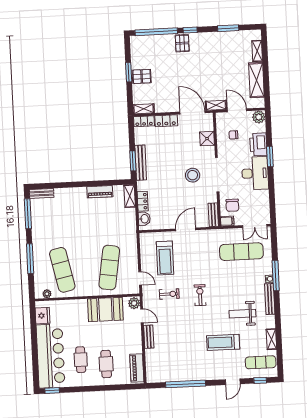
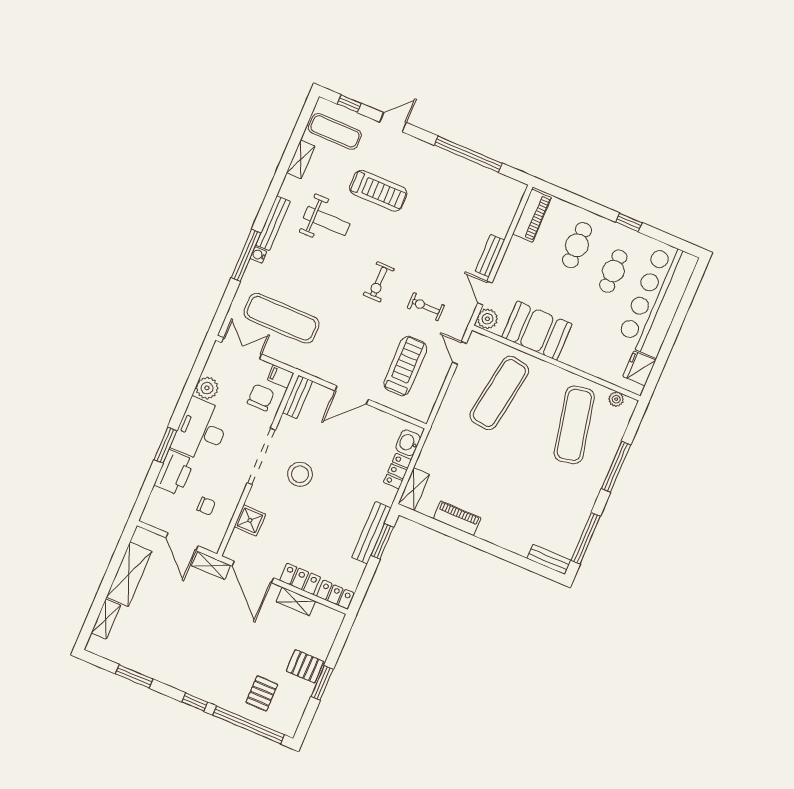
pallet: (182, 43) -> (262, 693), moved
shelving: (144, 109) -> (296, 601), moved
plant: (259, 117) -> (207, 388), moved
window: (52, 391) -> (629, 222), moved

